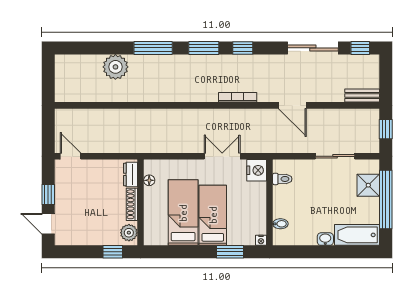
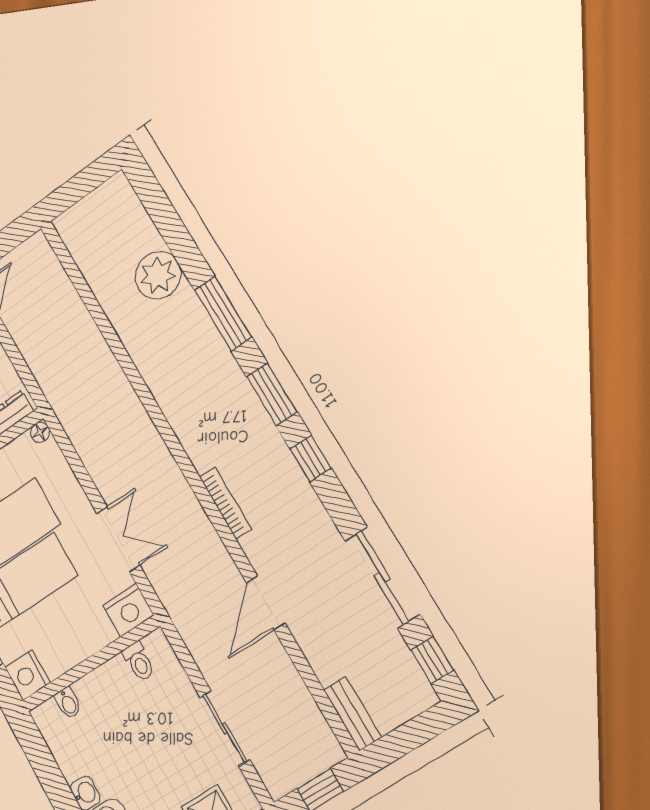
floor lamp: (149, 180) -> (40, 432), moved
nightstand: (261, 240) -> (28, 675), width x1.89, depth x1.79

